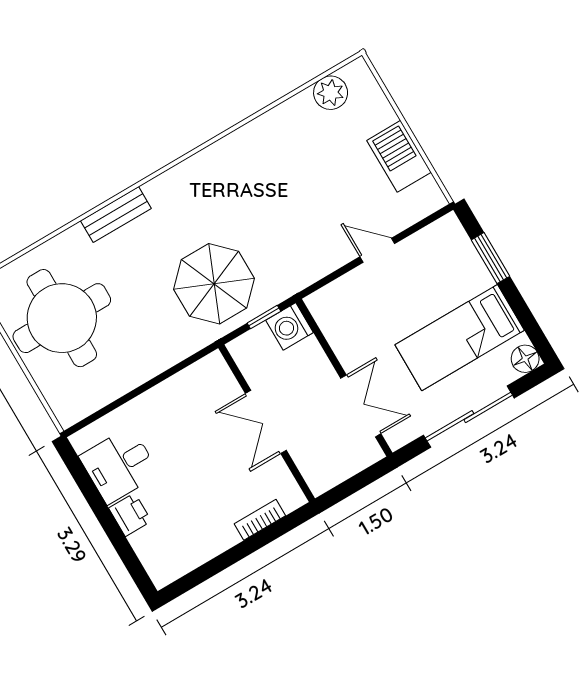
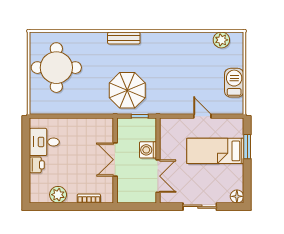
bench: (116, 215) -> (124, 38), moved
washing machine: (290, 326) -> (148, 150), moved
bed: (460, 338) -> (215, 151), moved
sliding door: (469, 417) -> (200, 207), width x0.73
plant: (200, 546) -> (58, 195), added

